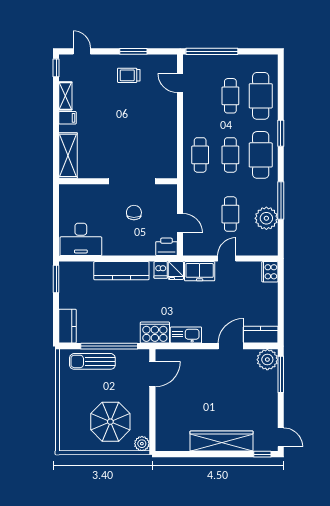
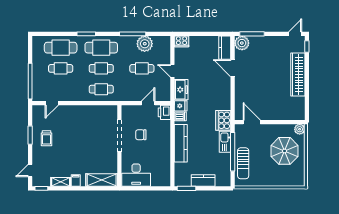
desk: (81, 239) -> (136, 175), moved, turned 90
kitchen counter: (67, 326) -> (203, 180), moved
kitchen sink: (186, 335) -> (225, 142), moved

